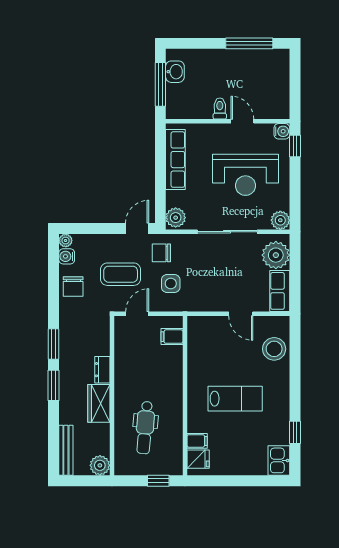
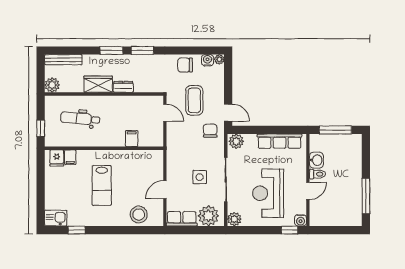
washbasin: (175, 72) -> (316, 160), moved, turned -90
side table: (171, 283) -> (200, 177), moved
filing cabinet: (172, 337) -> (132, 139), moved

